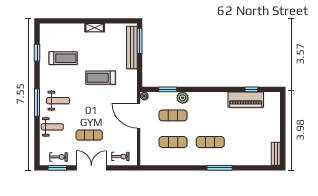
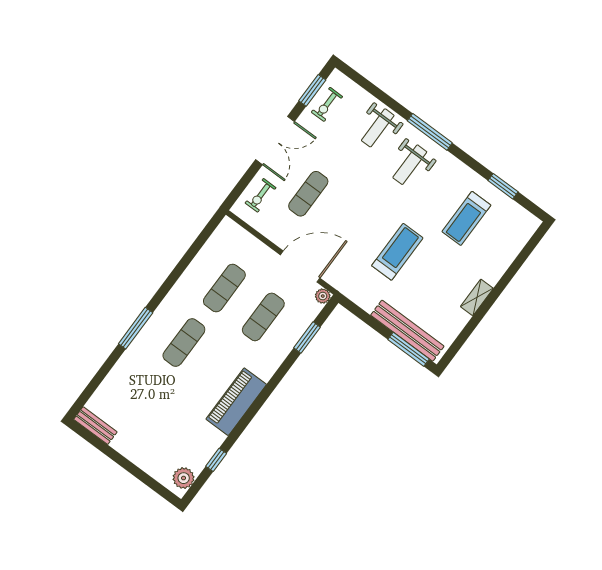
plant: (183, 98) -> (184, 478), moved
piano: (246, 100) -> (236, 402), moved
exercise mat: (89, 135) -> (308, 194), moved

